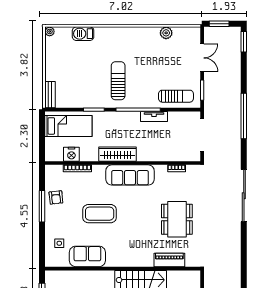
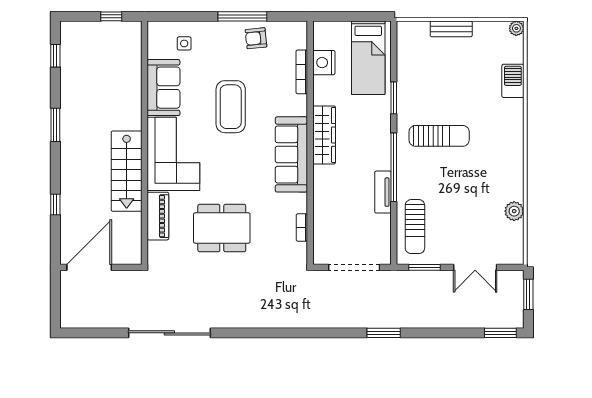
bench: (50, 95) -> (451, 29), moved
window: (244, 116) -> (384, 333), width x0.47
sliding door: (244, 196) -> (169, 333), moved
corner sofa: (130, 250) -> (173, 154), added

